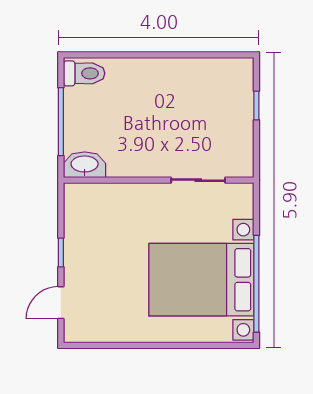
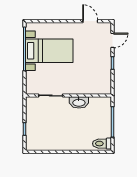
washbasin: (85, 165) -> (79, 102), moved
bed with nightstands: (201, 280) -> (49, 51), width x0.73
door: (110, 345) -> (90, 21), added

